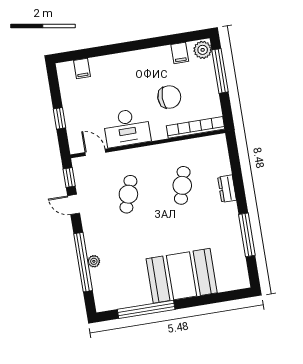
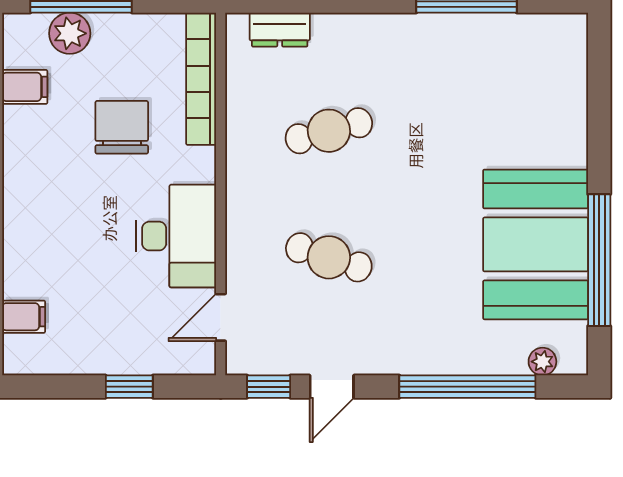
plant: (203, 50) -> (70, 33), moved
cafe table: (182, 185) -> (329, 131), turned -30
dresser: (227, 189) -> (280, 30), moved
plant: (94, 261) -> (542, 362), moved
booth: (182, 276) -> (536, 244), moved

